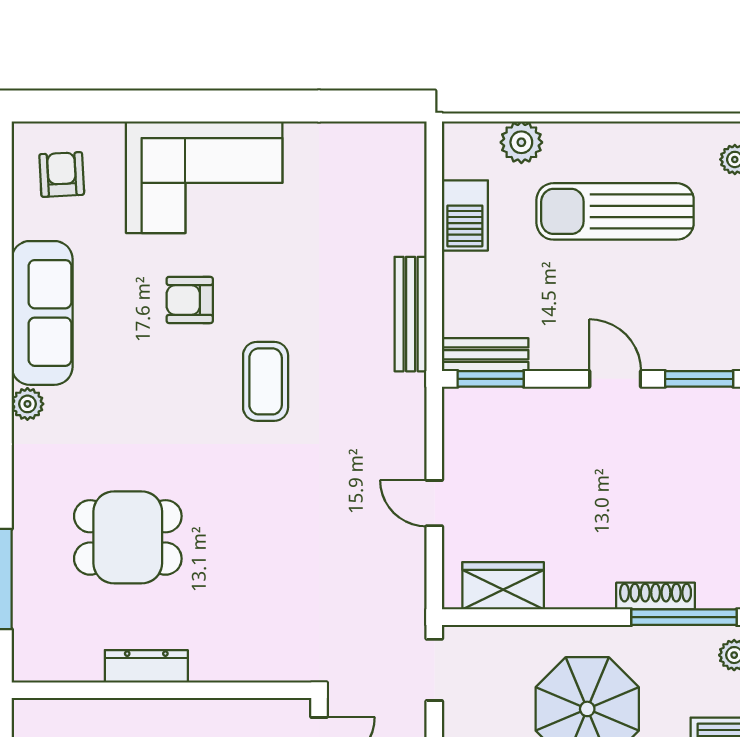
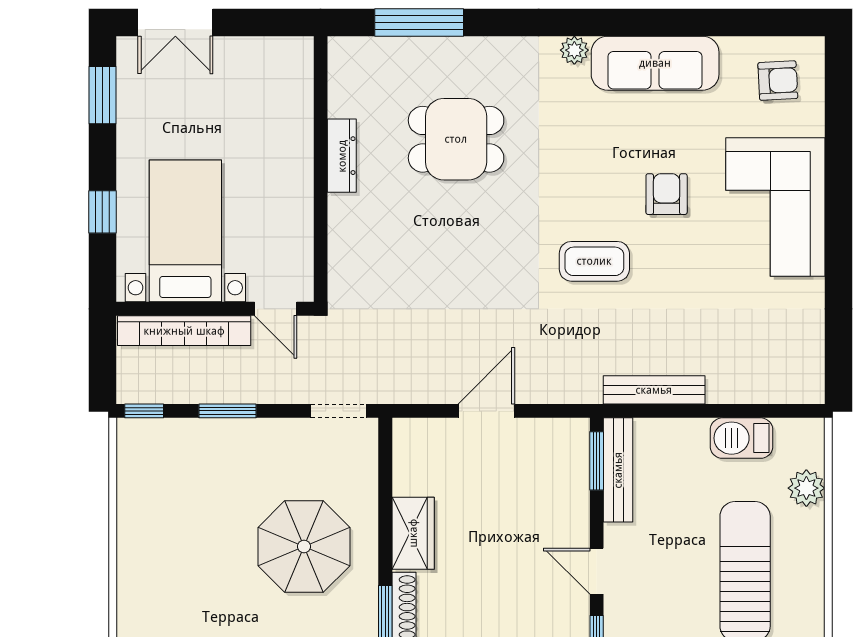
bench: (485, 355) -> (618, 470), width x1.36
door: (615, 379) -> (597, 571), swing flipped
door: (434, 503) -> (486, 411), width x1.38
dining table: (128, 537) -> (456, 139), turned 90
wardrobe: (503, 586) -> (413, 533), moved

